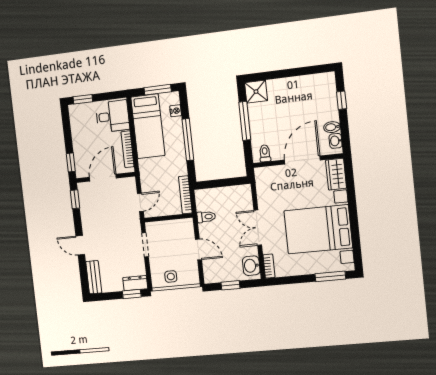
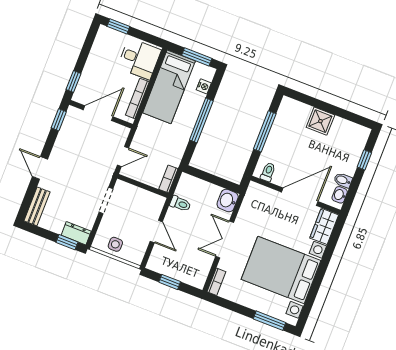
shower: (256, 92) -> (320, 121), moved
bookcase: (185, 195) -> (168, 179), width x0.64
washbasin: (251, 266) -> (228, 200), moved

